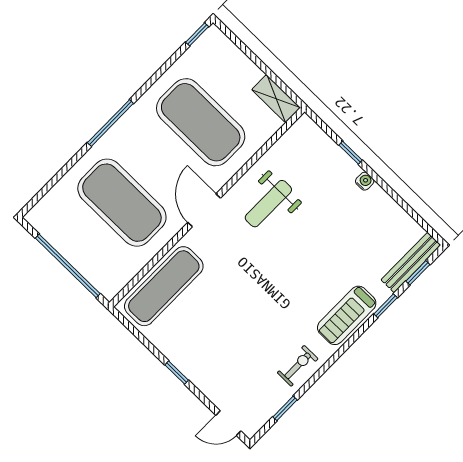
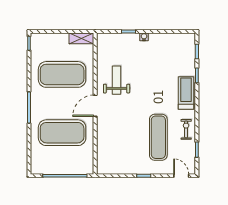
weight bench: (268, 204) -> (117, 80), turned 180
door: (204, 210) -> (95, 106), hinge flipped
bench: (411, 263) -> (191, 50), removed
exercise mat: (164, 286) -> (158, 137), moved
treadmill: (347, 315) -> (186, 93), turned 180
door: (228, 423) -> (181, 176), swing flipped

